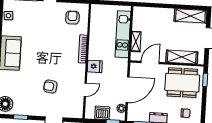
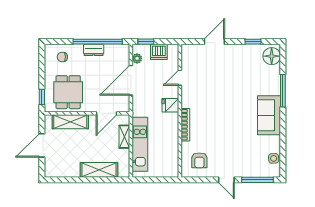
shelving: (190, 16) -> (99, 170), moved
dining table: (182, 83) -> (68, 92), width x0.73
armchair: (50, 87) -> (221, 79), removed

